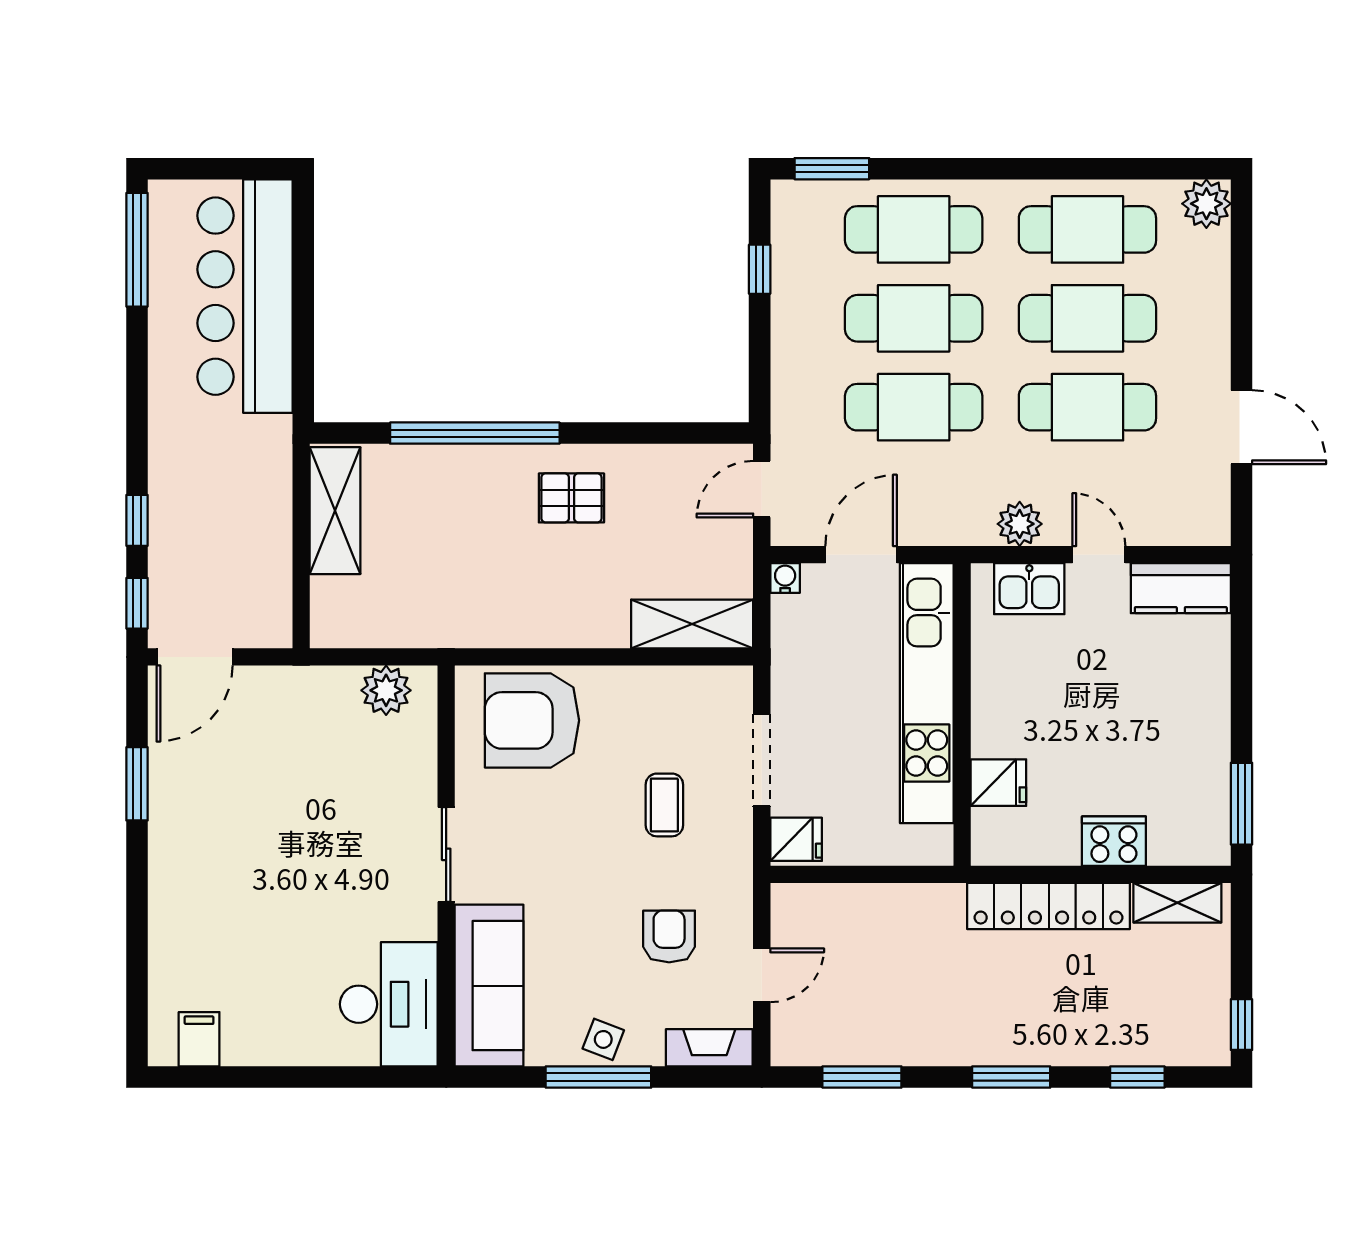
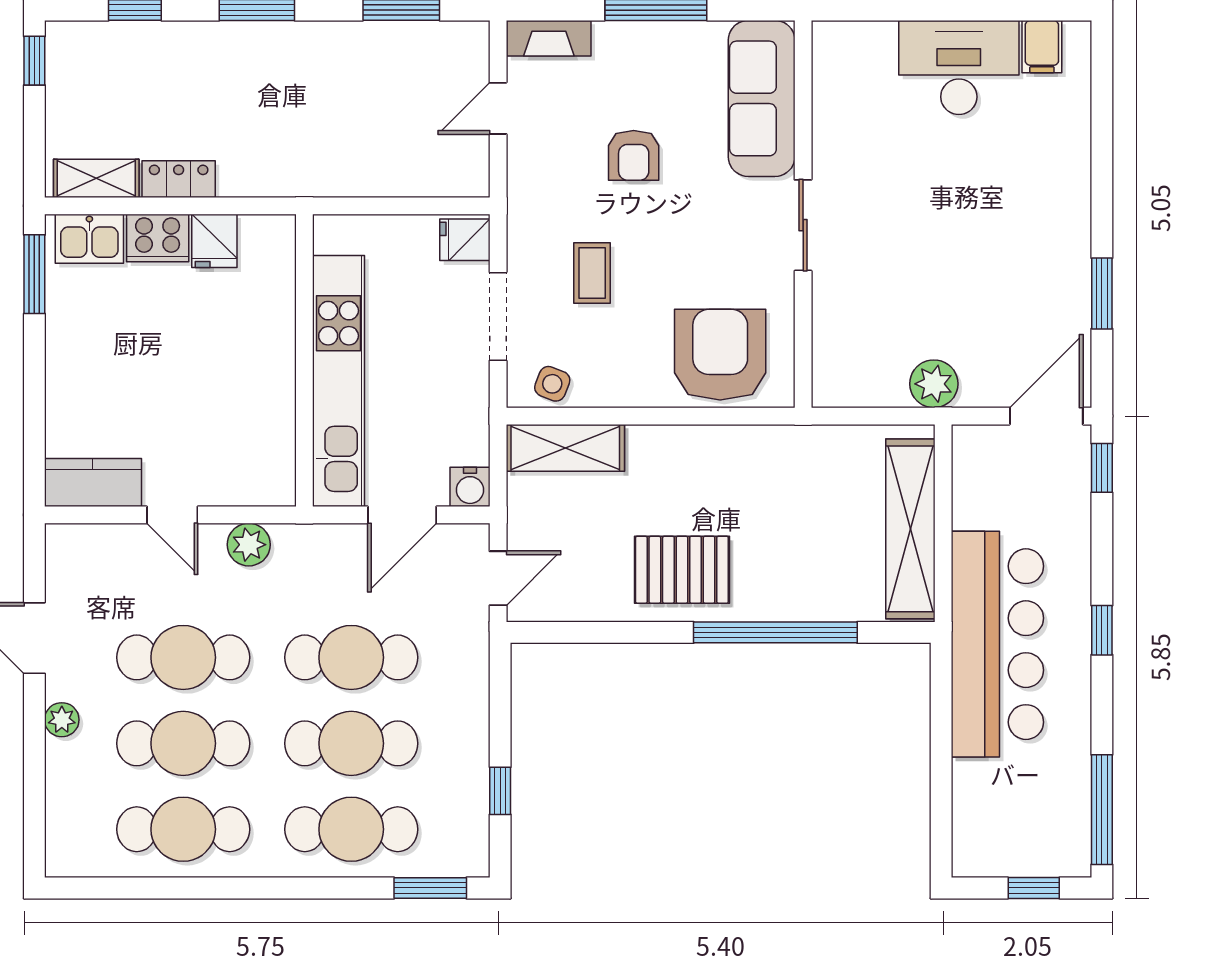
window: (208, 169) -> (1034, 888), added
plant: (1206, 204) -> (62, 720), moved, width x0.73, depth x0.73
bar counter: (245, 296) -> (997, 644), moved
pallet: (571, 498) -> (682, 570), width x1.50, depth x1.42
shelving: (335, 511) -> (910, 529), width x1.47
window: (137, 520) -> (1102, 630), moved
water cooler: (785, 578) -> (470, 487), width x1.38, depth x1.38
kitchen sink: (1029, 589) -> (89, 239), moved, turned 180
plant: (386, 690) -> (934, 384), moved
armchair: (532, 720) -> (720, 355), turned -90
fridge: (998, 783) -> (214, 241), moved, turned -90
locker: (1049, 906) -> (179, 179), width x0.46, depth x0.83
armchair: (669, 936) -> (634, 155), moved
desk: (389, 1004) -> (959, 68), moved, turned 90
side table: (603, 1039) -> (552, 384), moved

